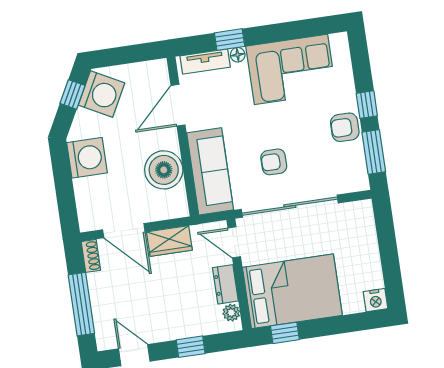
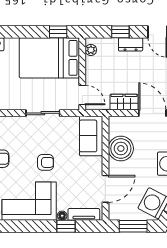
window: (128, 55) -> (133, 226), added
armchair: (274, 162) -> (45, 162), moved
sofa: (210, 171) -> (91, 136), width x0.73
sliding door: (290, 206) -> (43, 113), width x0.54
dresser: (225, 284) -> (131, 44), moved, turned 90

